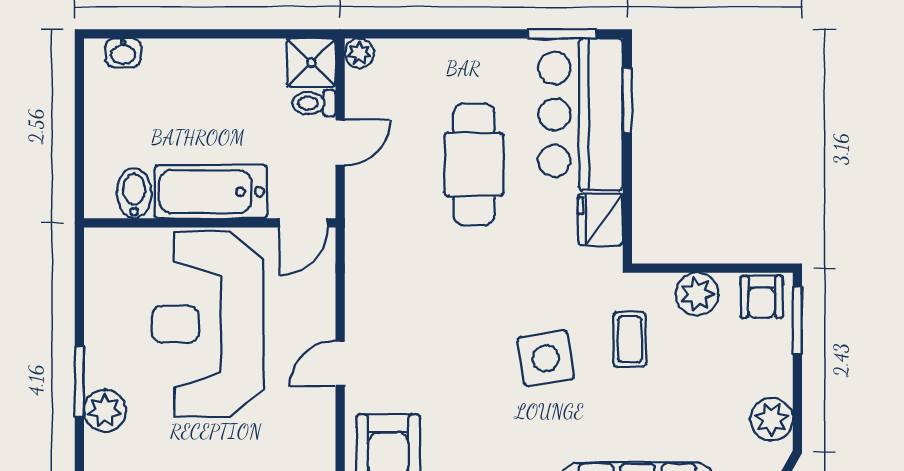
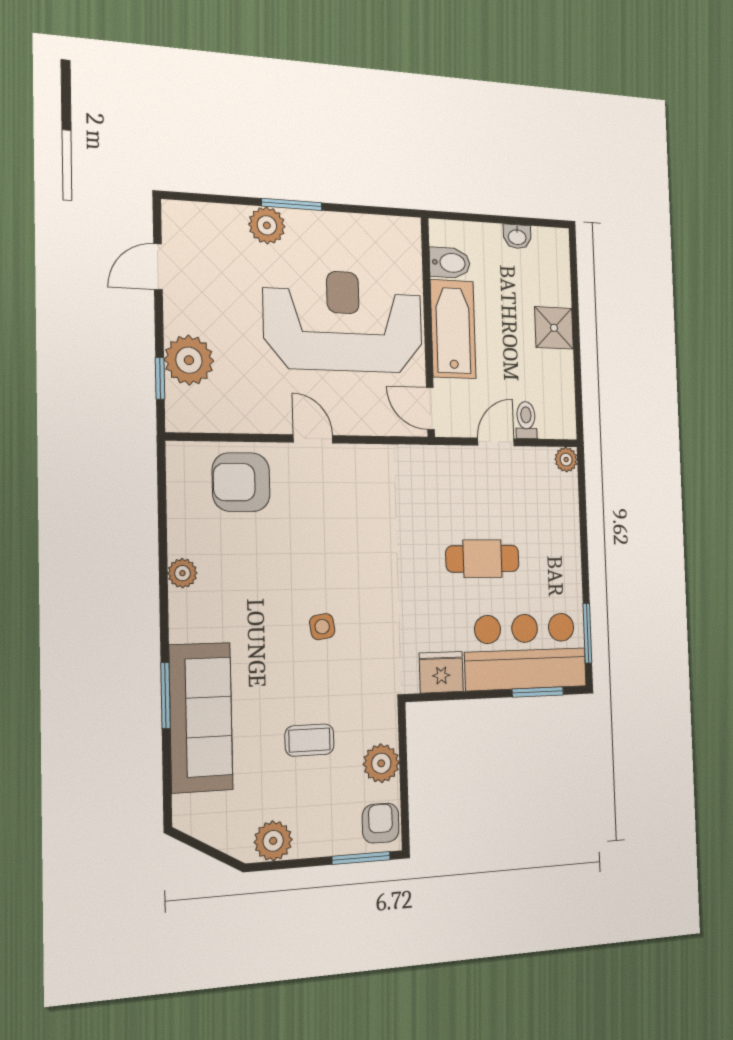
washbasin: (123, 53) -> (517, 236), moved, turned -90
shower: (311, 63) -> (554, 328), moved
door: (340, 143) -> (496, 442), swing flipped
cafe table: (474, 164) -> (482, 559), width x0.73, depth x0.74
armchair: (762, 297) -> (381, 823), turned 90
coffee table: (630, 340) -> (309, 740), moved
side table: (546, 358) -> (322, 627), width x0.54, depth x0.54

